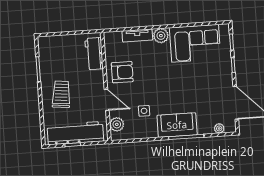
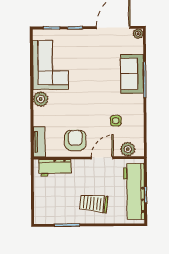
tv unit: (137, 35) -> (39, 142), moved
sofa: (177, 125) -> (132, 74), moved
plant: (219, 128) -> (138, 34), moved

